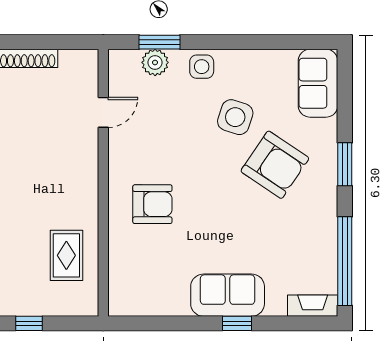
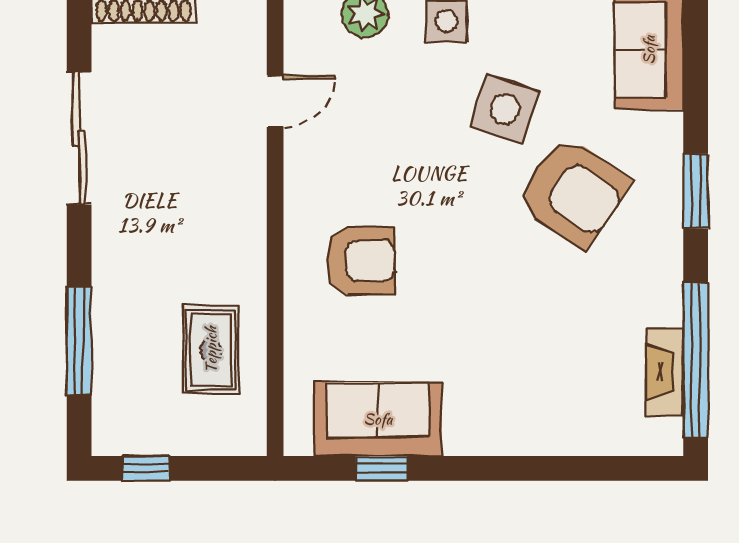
sofa: (228, 295) -> (378, 419), moved
fireplace: (313, 306) -> (665, 372), moved, turned -90
window: (237, 323) -> (382, 468), moved

